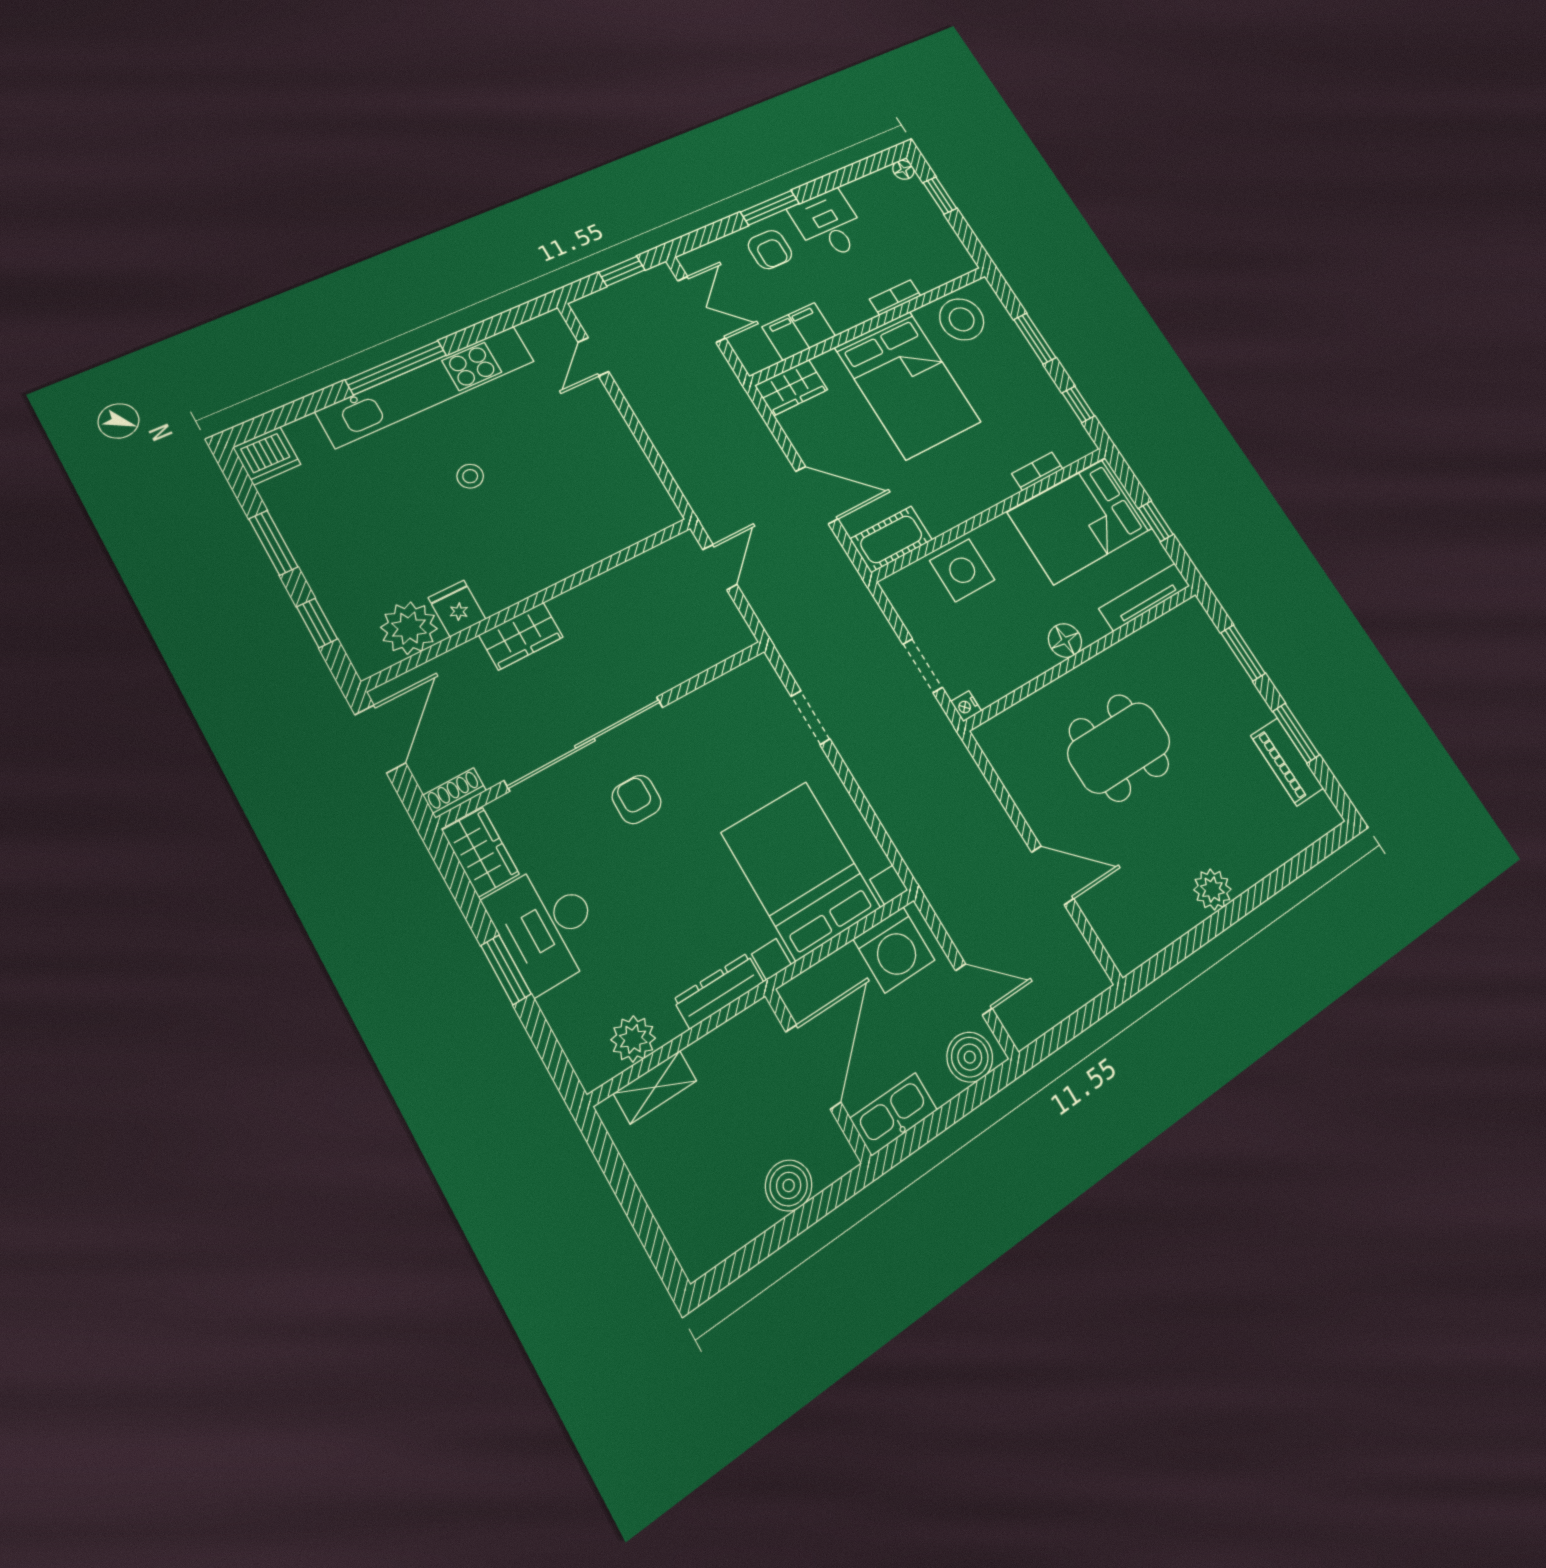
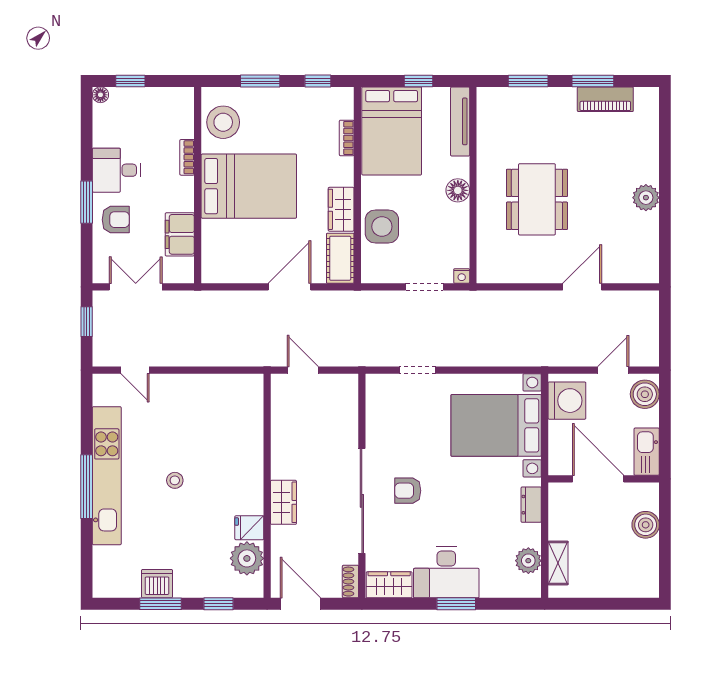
wardrobe: (791, 388) -> (341, 209), moved, turned 180
dishwasher: (267, 456) -> (157, 584), moved, turned -90
dresser: (719, 991) -> (531, 505), width x0.70

